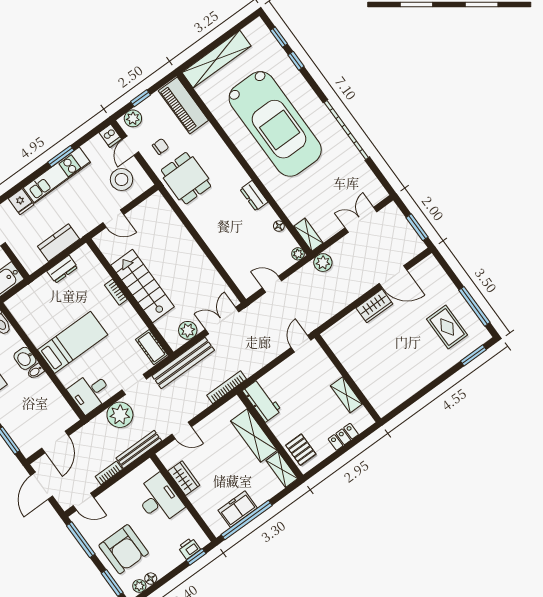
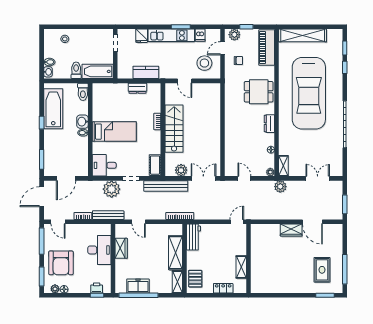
dishwasher: (110, 136) -> (200, 35), moved
dining table: (186, 178) -> (259, 92), moved, turned 90

